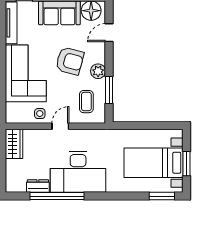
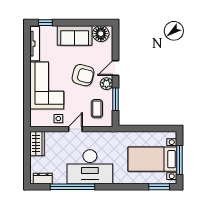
door: (109, 33) -> (116, 68), moved
window: (186, 164) -> (179, 160), width x1.44
dresser: (38, 186) -> (43, 179), moved

